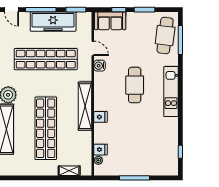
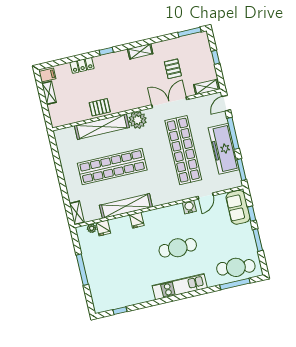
shelving: (85, 106) -> (126, 206), moved
shelving: (69, 171) -> (77, 213), moved

